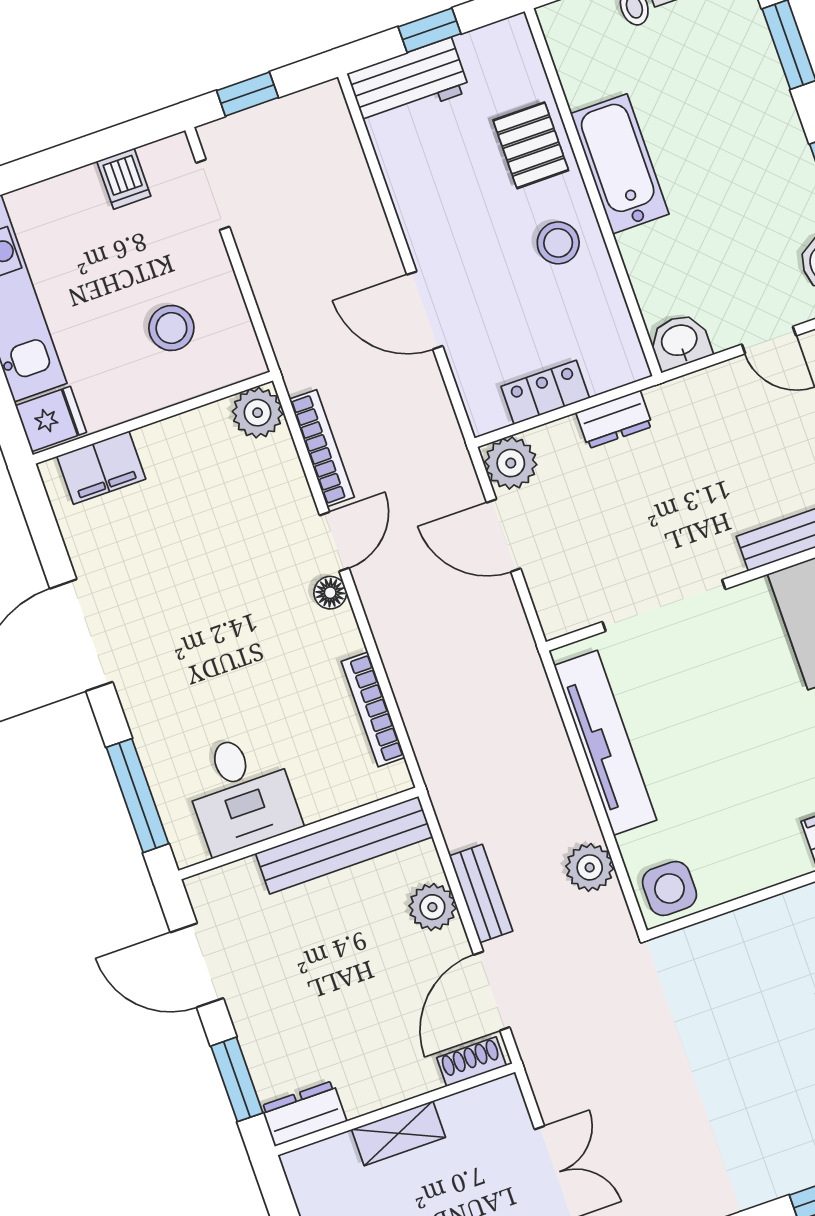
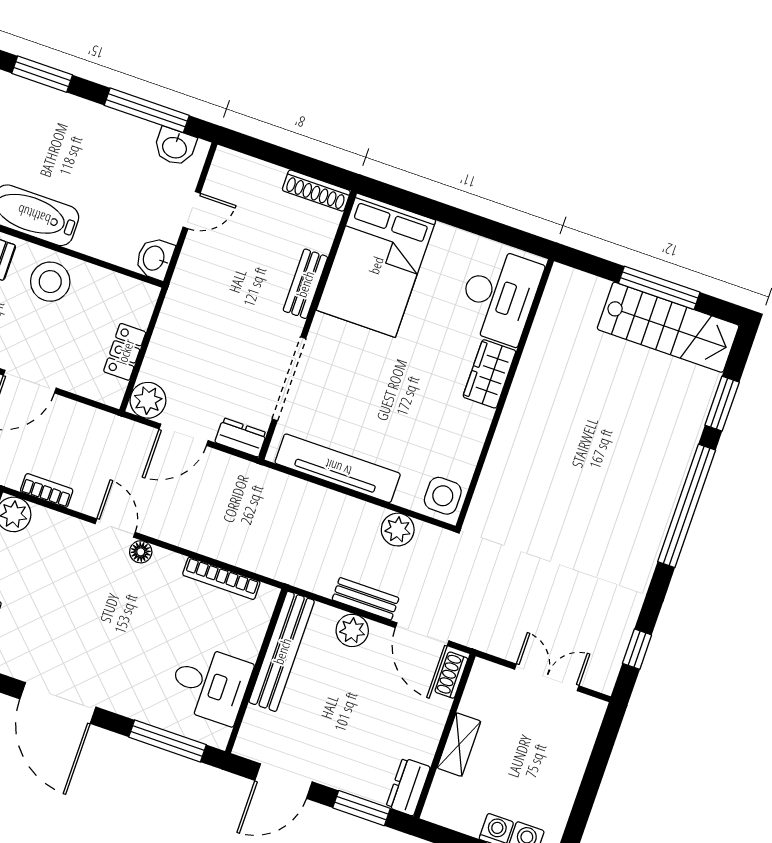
stool: (558, 243) -> (50, 282), width x1.38, depth x1.38
dresser: (614, 419) -> (241, 437), moved, turned -90
bookcase: (322, 448) -> (47, 490), width x0.64

